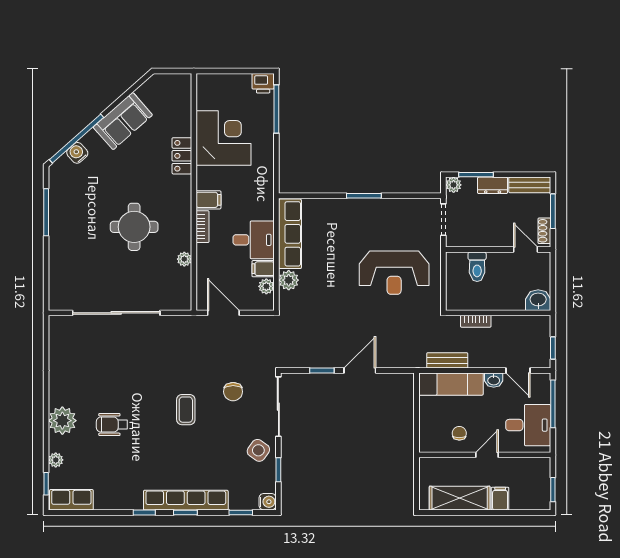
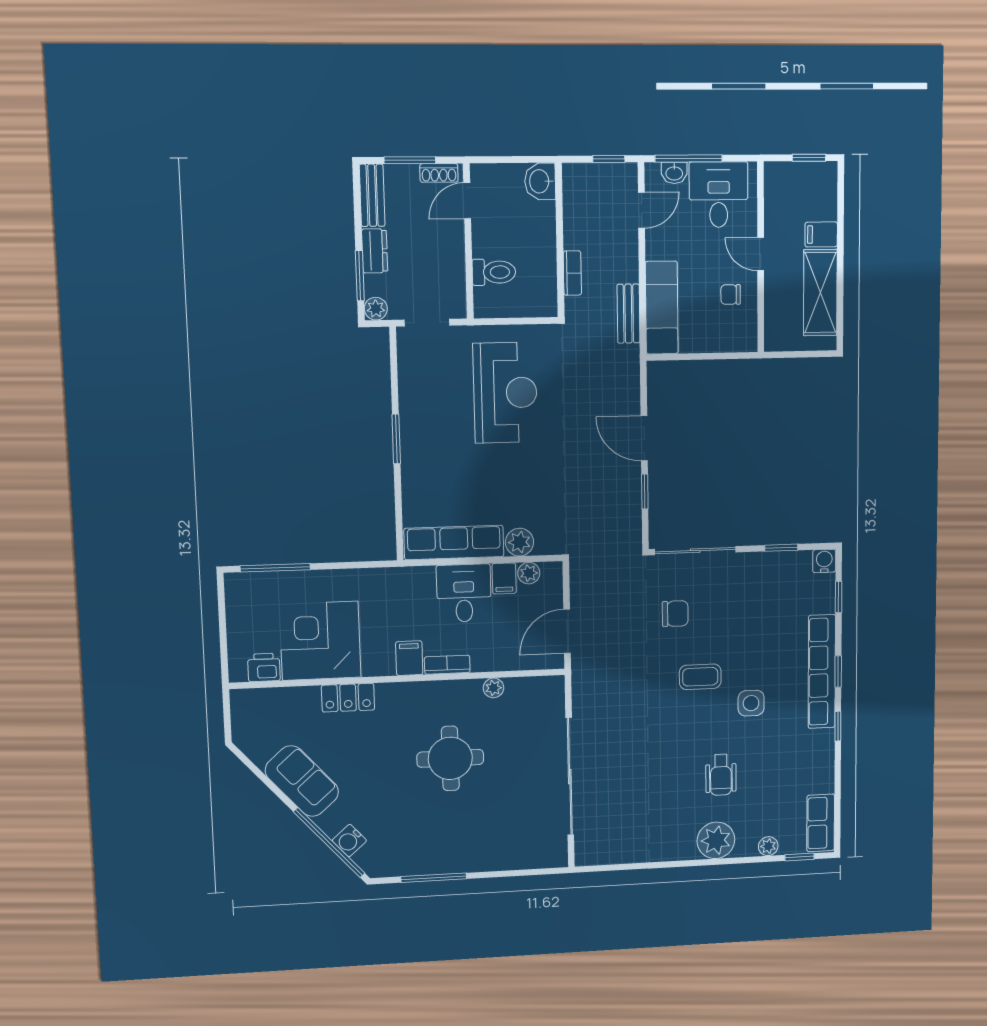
printer: (263, 83) -> (264, 667), moved, turned -90
washbasin: (494, 380) -> (674, 173), moved, turned 90
side table: (258, 450) -> (751, 703), moved, turned -36

